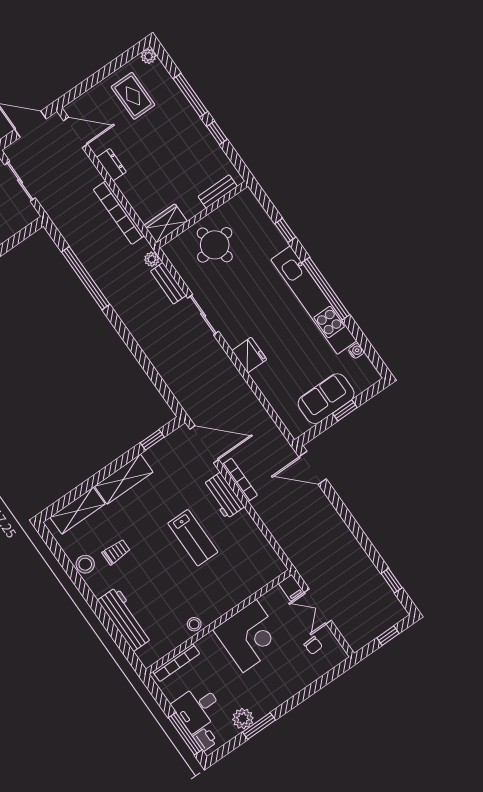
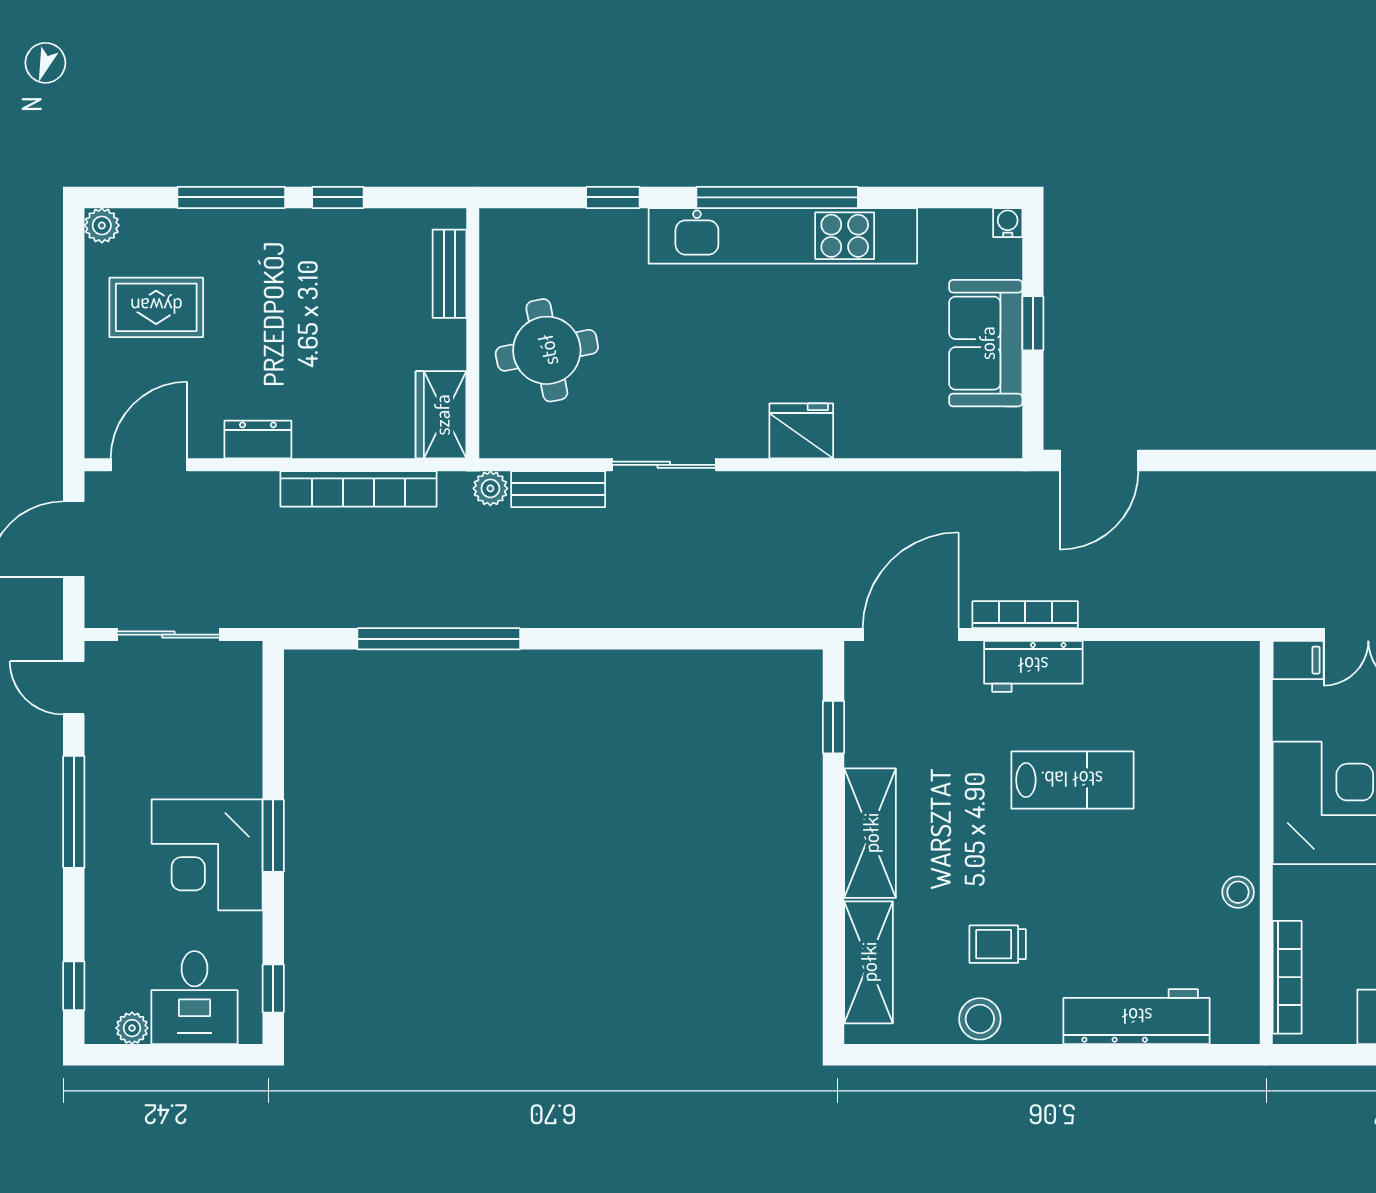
water cooler: (356, 351) -> (1008, 223), moved
trolley: (116, 552) -> (998, 944), turned -90

